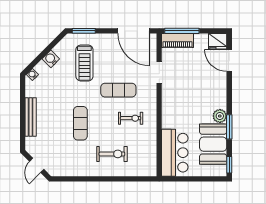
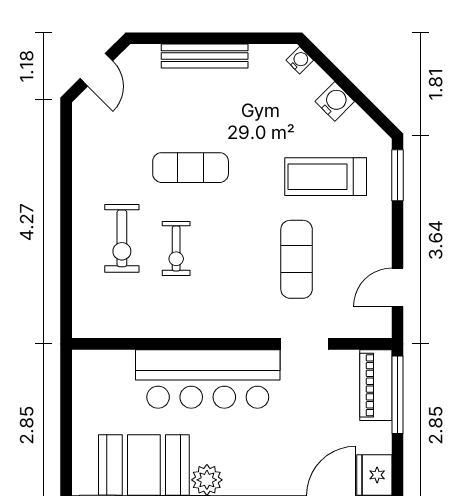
door: (134, 31) -> (398, 287), width x0.53
exercise mat: (118, 90) -> (297, 259), moved
exercise bike: (131, 118) -> (176, 248), moved
bar counter: (175, 153) -> (208, 379), moved, width x1.36
door: (37, 165) -> (96, 70), swing flipped

